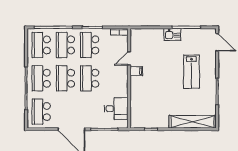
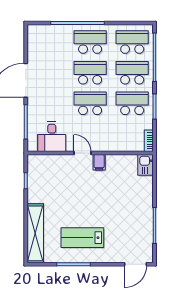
kitchen sink: (172, 34) -> (145, 165), moved
door: (129, 58) -> (82, 153), moved
lab bench: (191, 72) -> (82, 238), moved
school desk: (41, 112) -> (48, 42), removed

